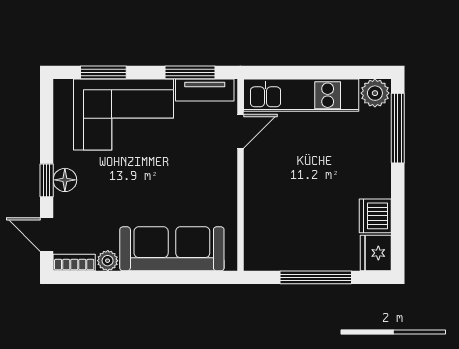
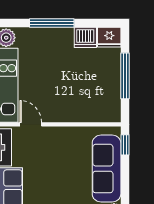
window: (398, 128) -> (52, 23), moved
window: (209, 277) -> (125, 145), added

